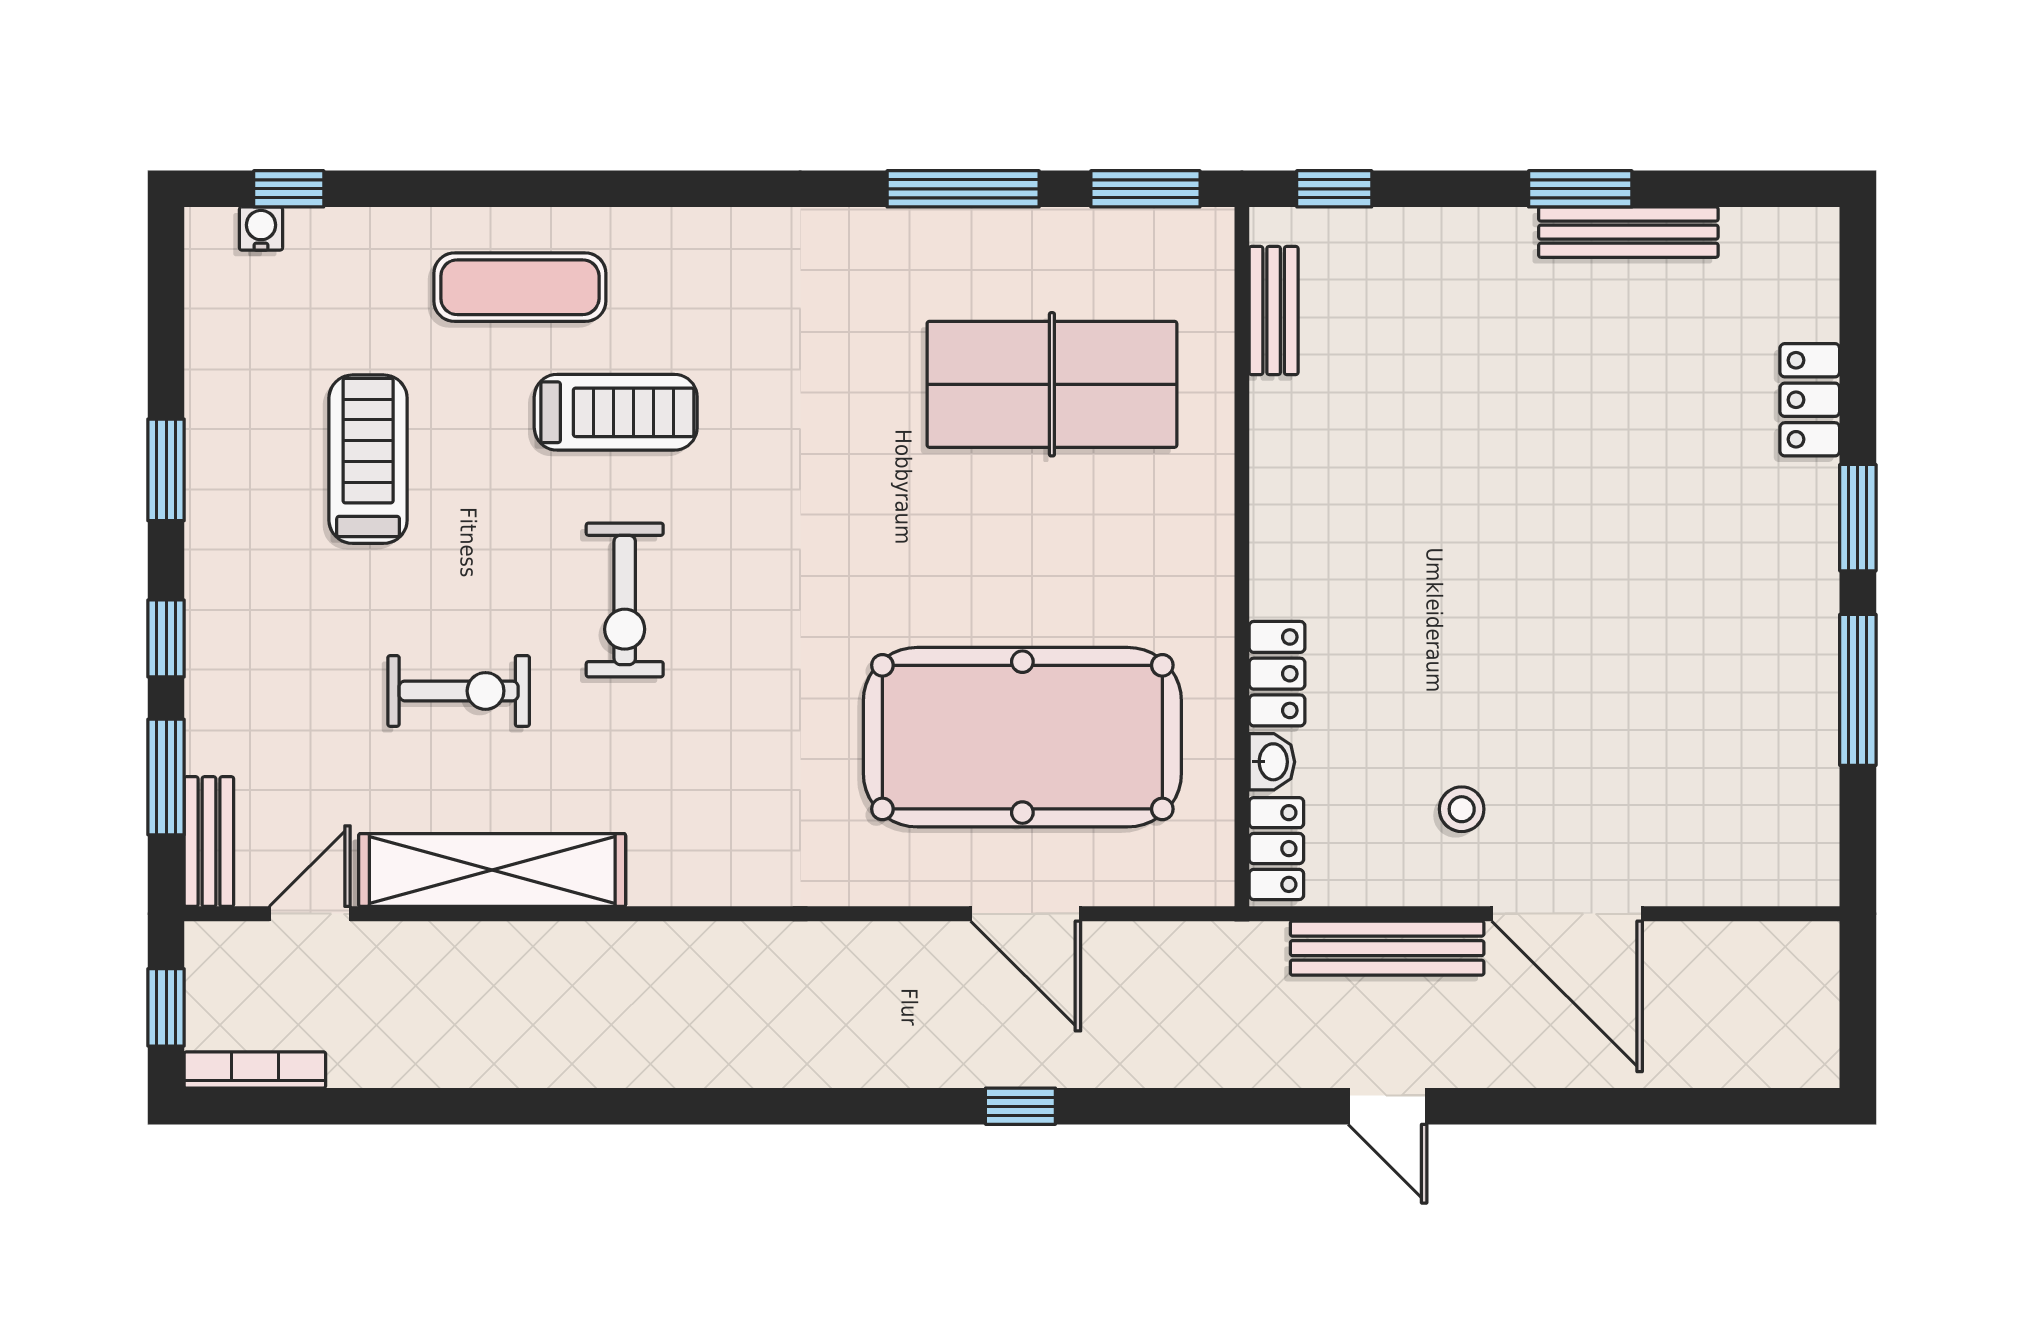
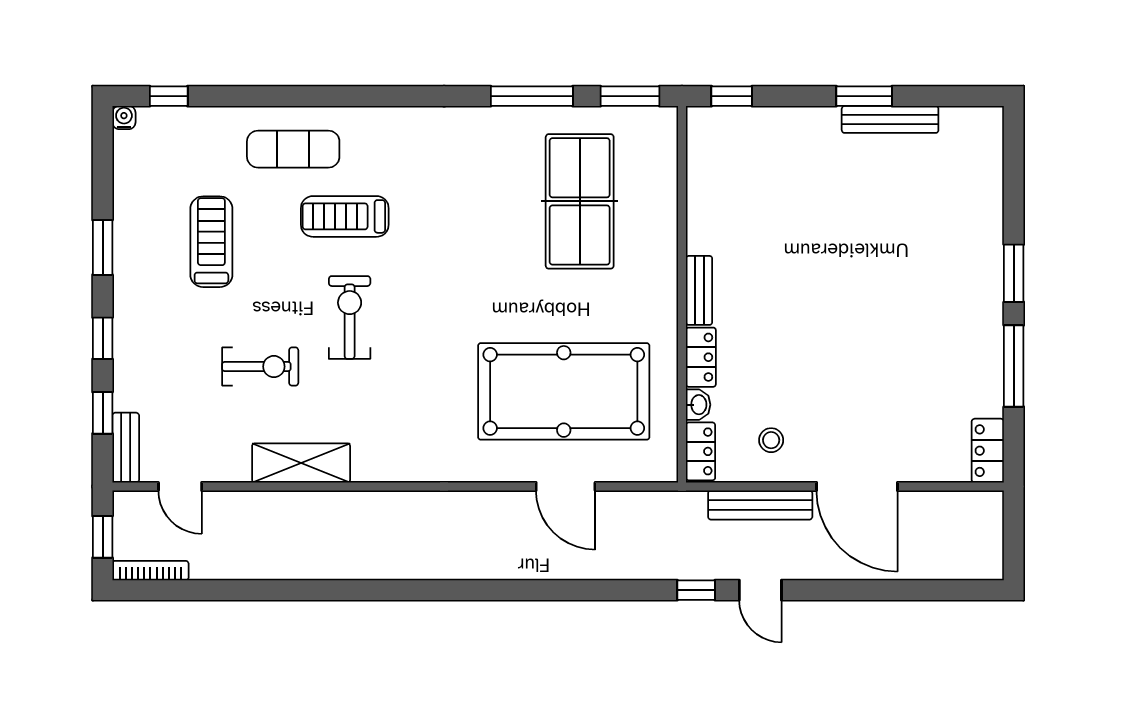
water cooler: (261, 229) -> (124, 117), moved
bench: (1274, 311) -> (699, 290), moved
table tennis table: (1052, 384) -> (580, 201), turned 90
locker: (1810, 400) -> (988, 451), moved
treadmill: (616, 412) -> (345, 216), turned 180
exercise bike: (625, 600) -> (350, 318), turned 180
window: (166, 777) -> (103, 413), width x0.67
stool: (1462, 809) -> (771, 440), moved
shelving: (492, 870) -> (301, 463), width x0.68
door: (310, 914) -> (180, 486), swing flipped
window: (1020, 1106) -> (696, 590), moved

